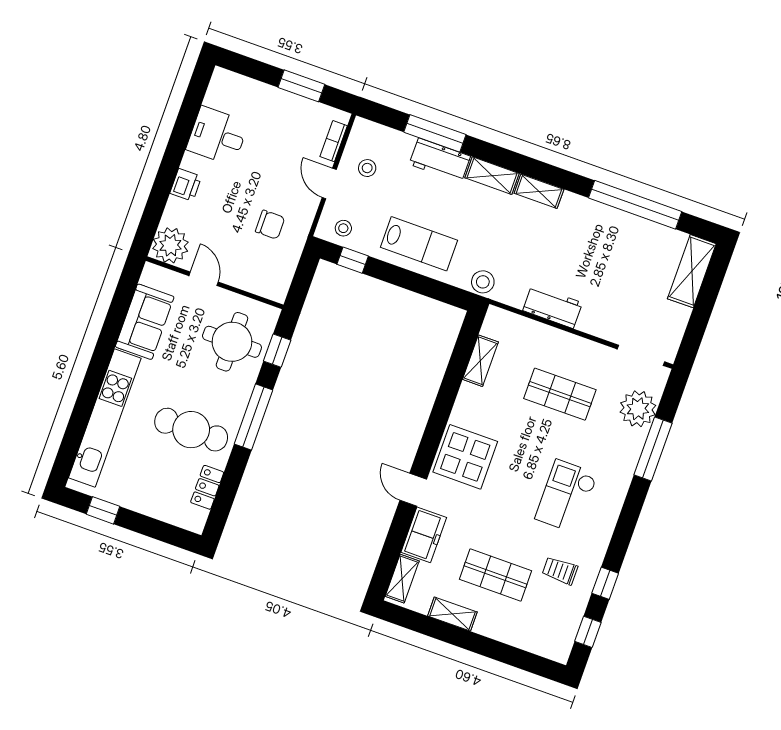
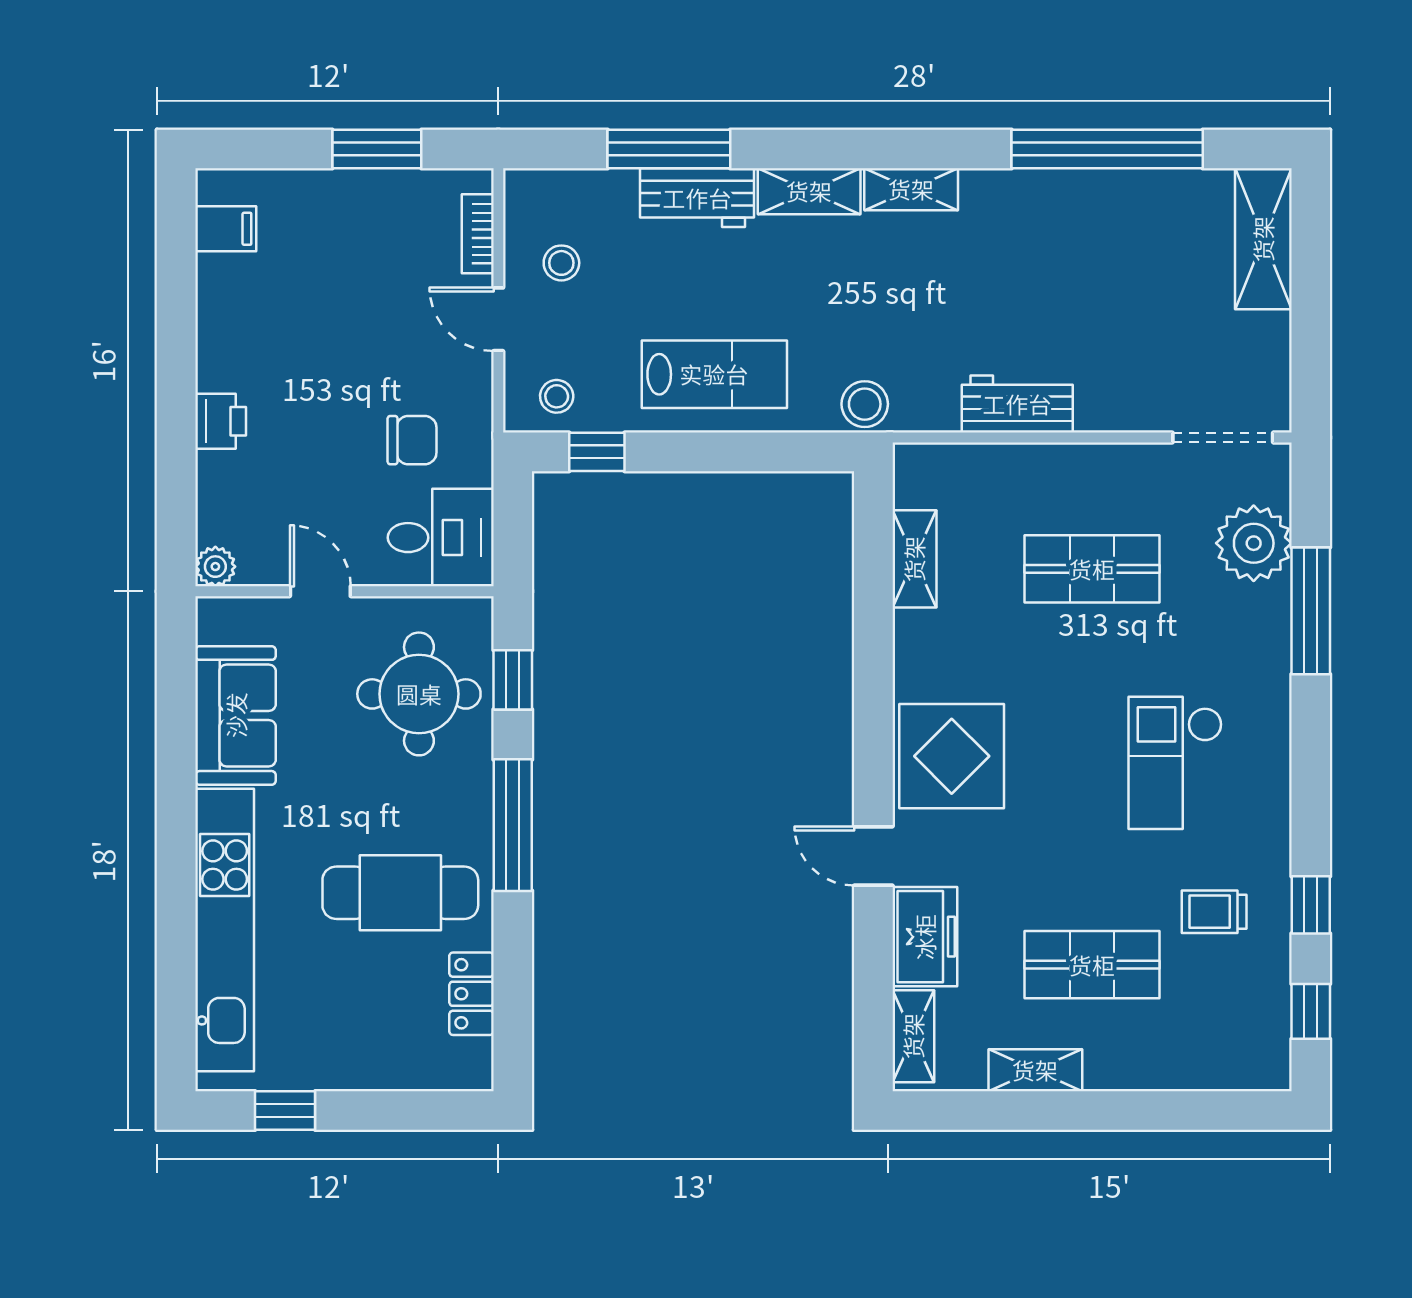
filing cabinet: (219, 98) -> (226, 229), added
desk: (217, 136) -> (441, 538), moved, turned 180
plant: (170, 245) -> (215, 567), width x0.53, depth x0.53

